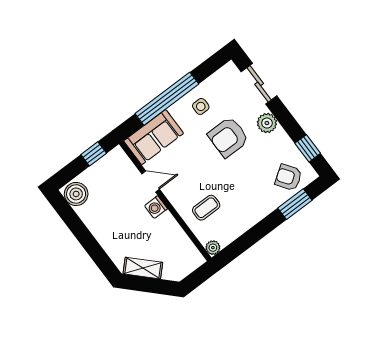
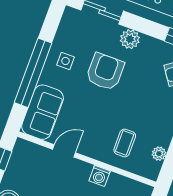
armchair: (228, 137) -> (105, 72), turned 180
washing machine: (156, 207) -> (100, 176), moved
plant: (213, 248) -> (159, 154), moved

